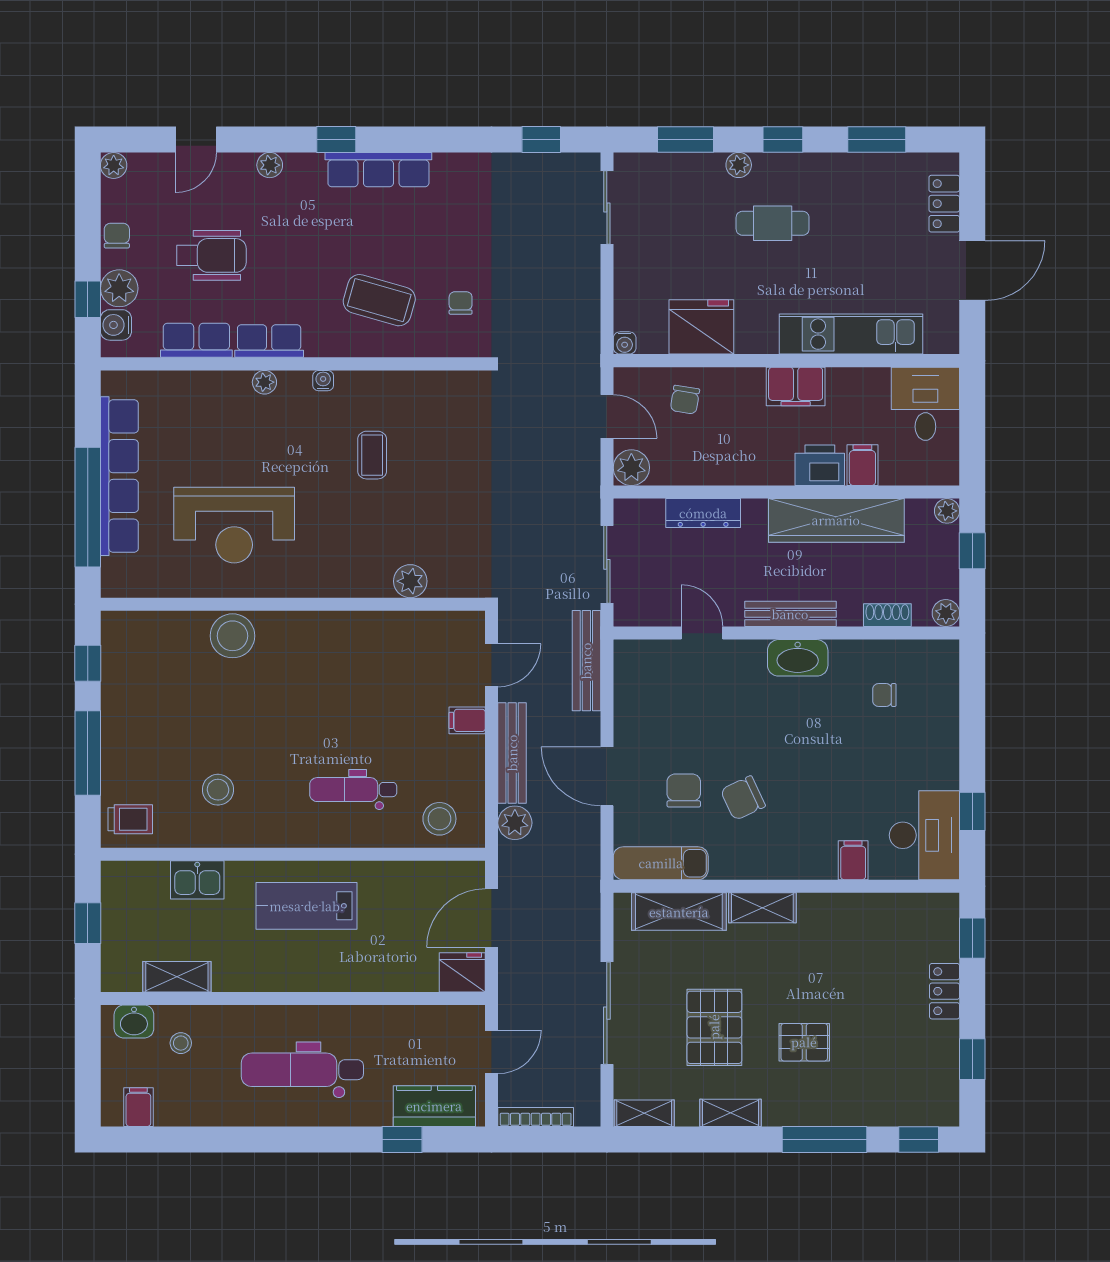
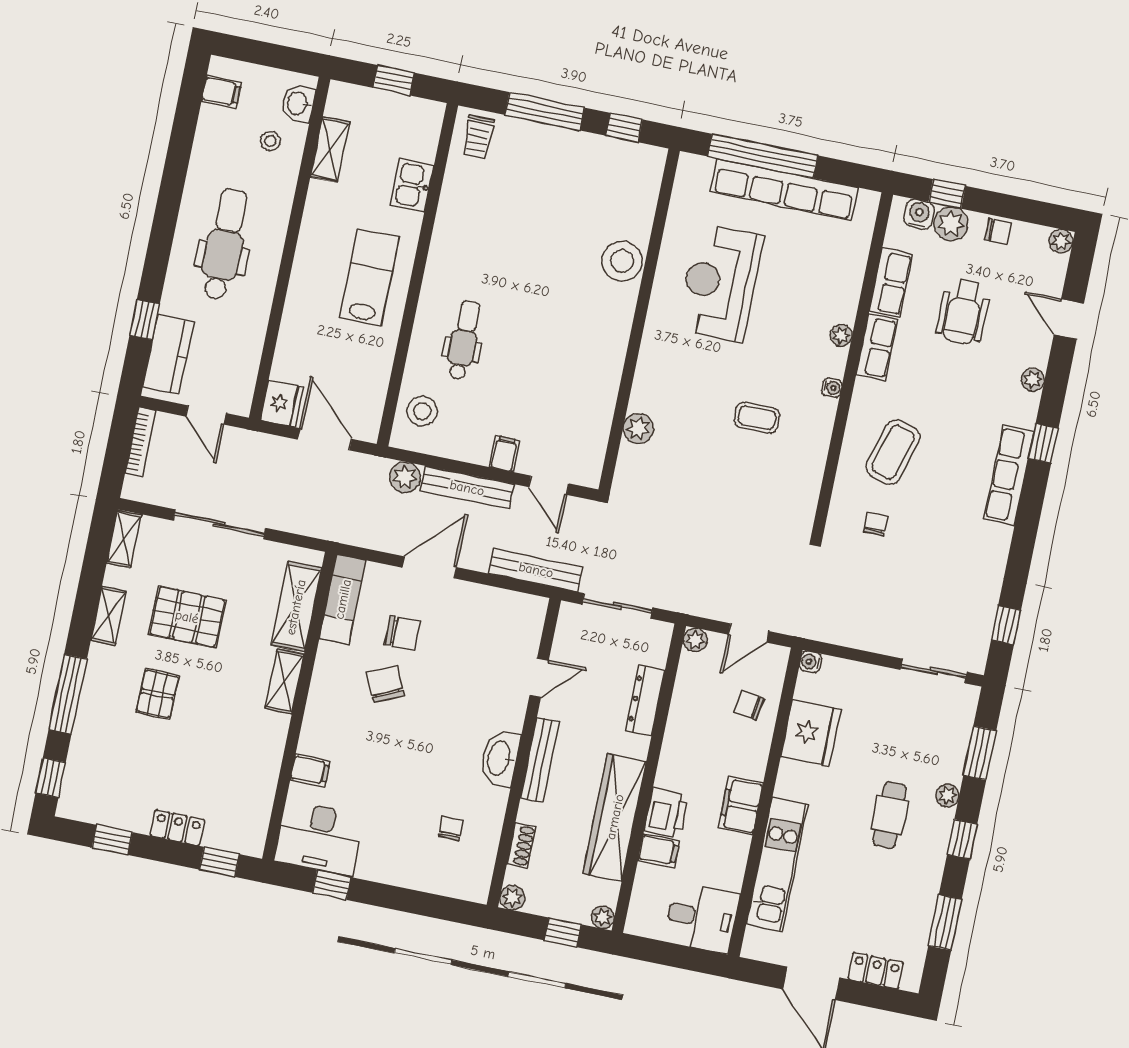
chair: (461, 303) -> (876, 524), turned -90
plant: (631, 468) -> (695, 640), width x0.73, depth x0.73
stool: (218, 790) -> (488, 220), removed

